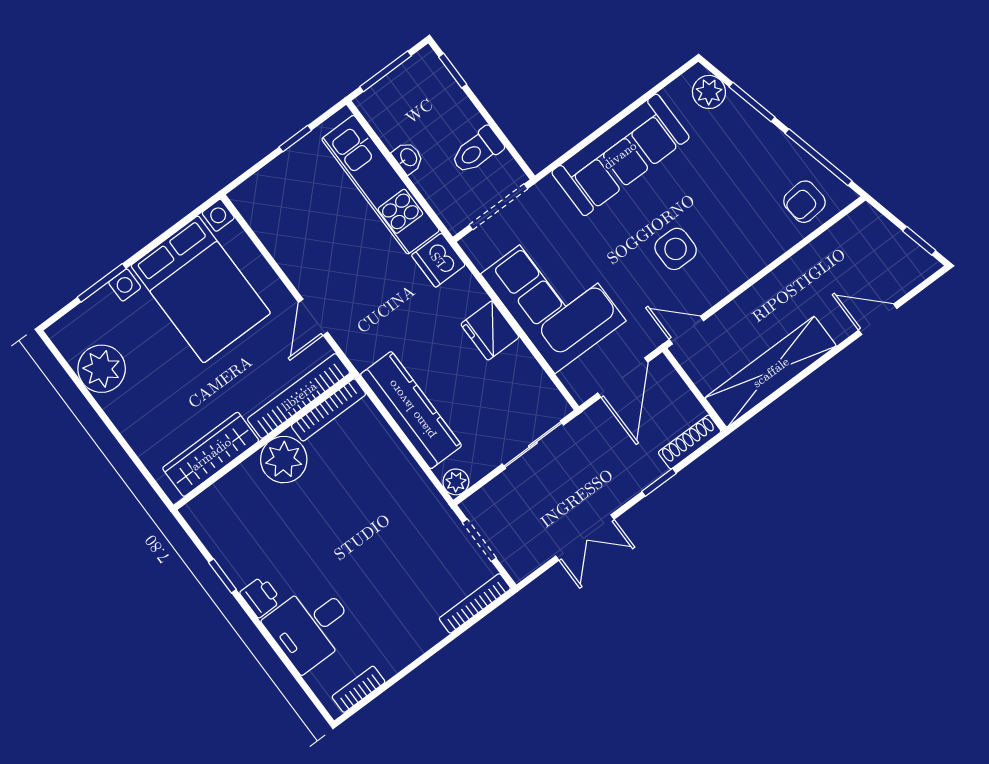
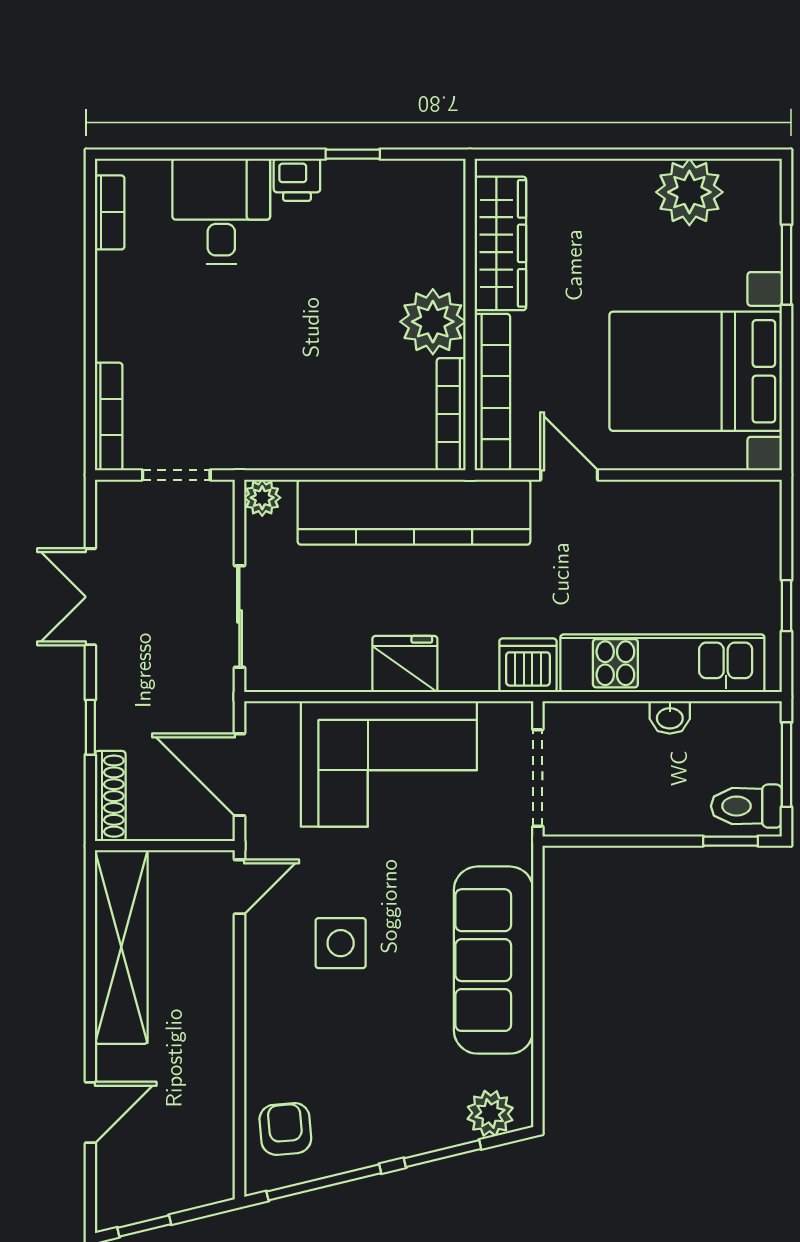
toilet: (477, 151) -> (746, 806), moved, turned -90
kitchen counter: (411, 410) -> (414, 512), width x1.39, depth x1.17

